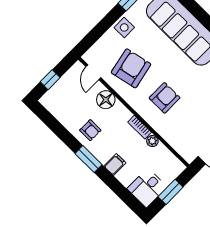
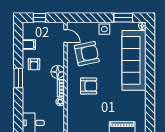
door: (93, 72) -> (66, 36), swing flipped
floor lamp: (106, 100) -> (58, 72), moved
filing cabinet: (115, 164) -> (29, 45), moved

